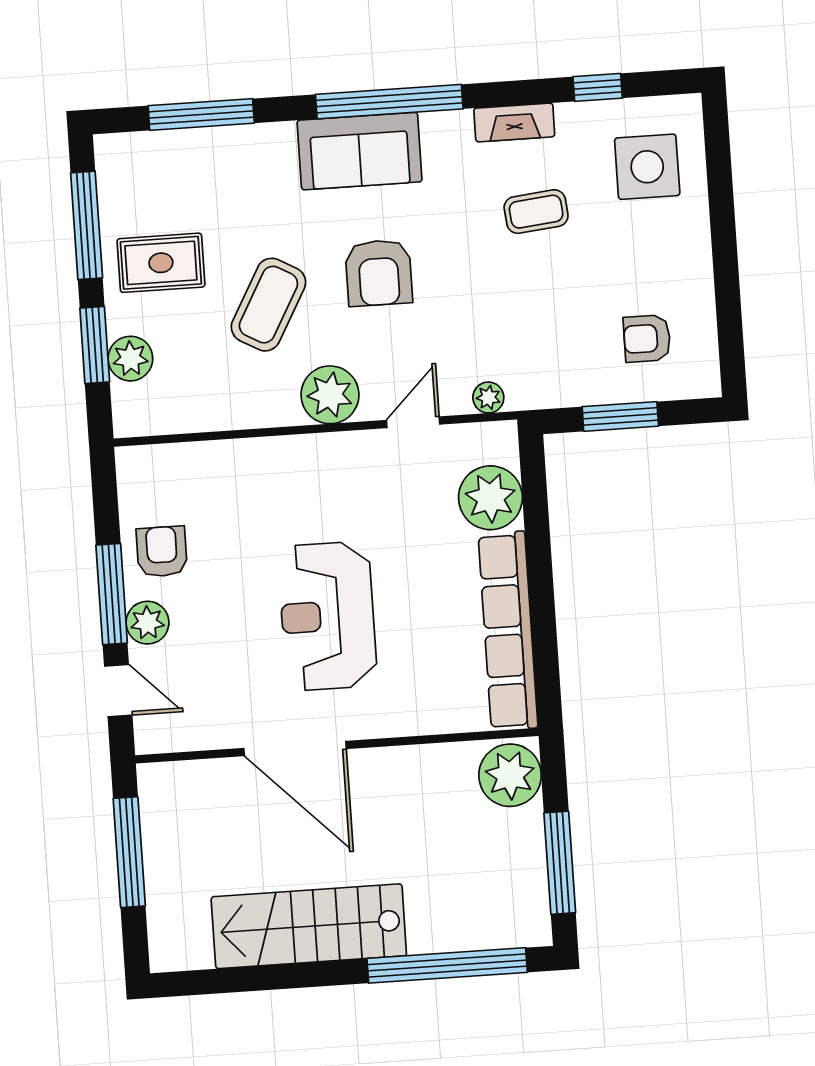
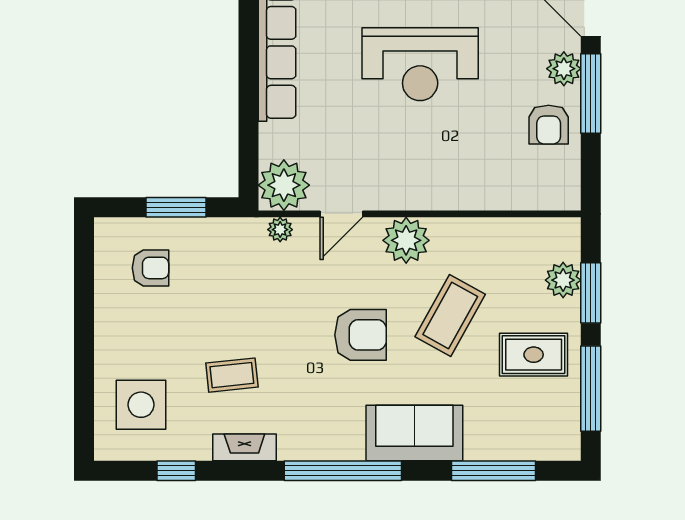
sofa: (360, 151) -> (414, 433), moved
armchair: (379, 273) -> (361, 335), turned 90
plant: (490, 498) -> (284, 185), moved
reception desk: (328, 616) -> (420, 64), turned 90

